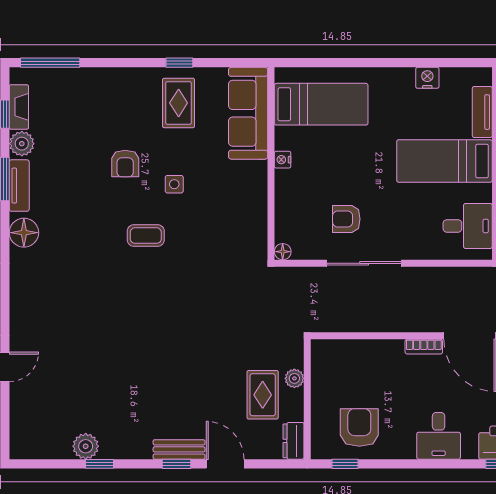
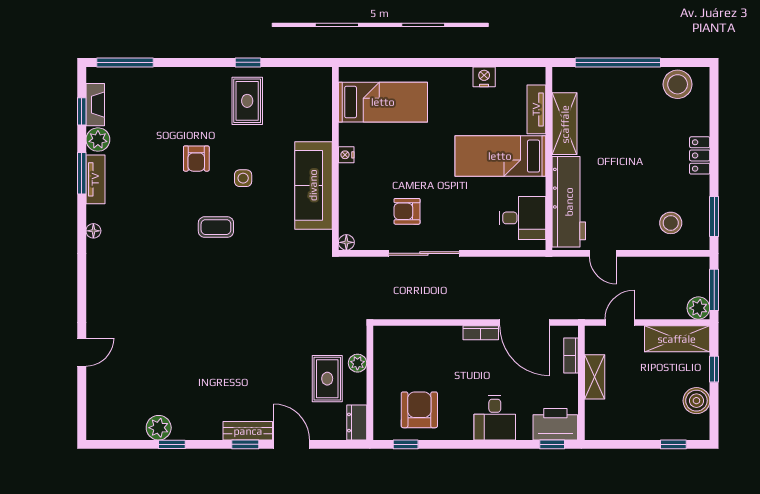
sofa: (248, 113) -> (313, 185), moved
floor lamp: (24, 233) -> (93, 231), width x0.53, depth x0.53

